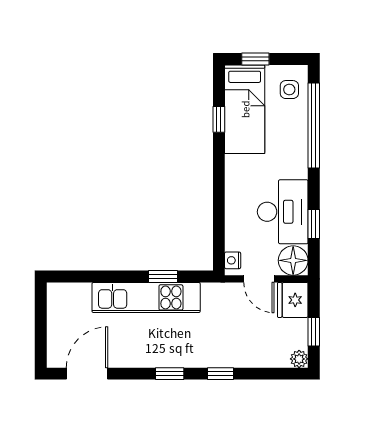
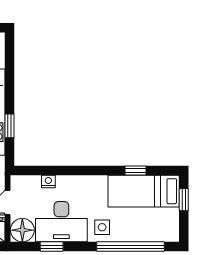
side table: (289, 90) -> (102, 227), moved
nightstand: (233, 260) -> (48, 182), moved

